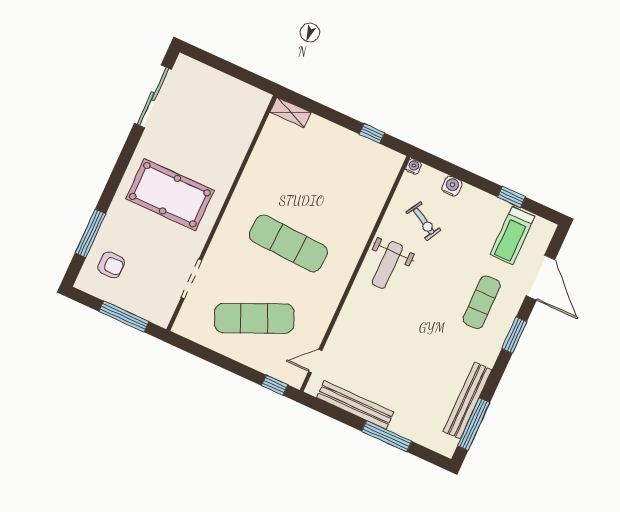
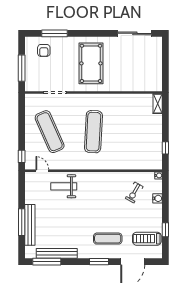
weight bench: (387, 265) -> (64, 186), moved
bench: (355, 405) -> (30, 225), moved

